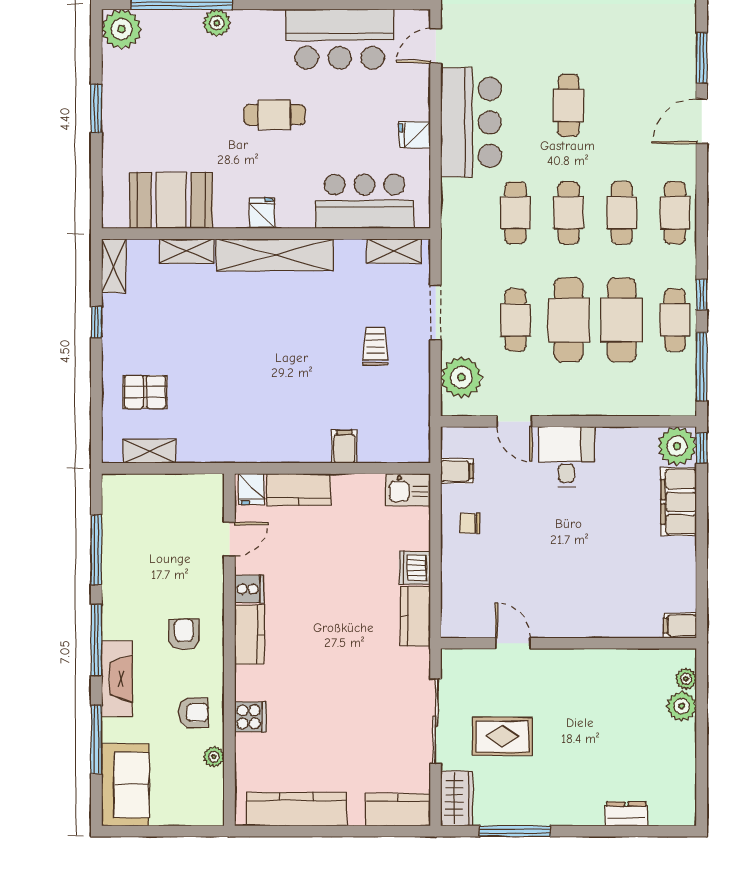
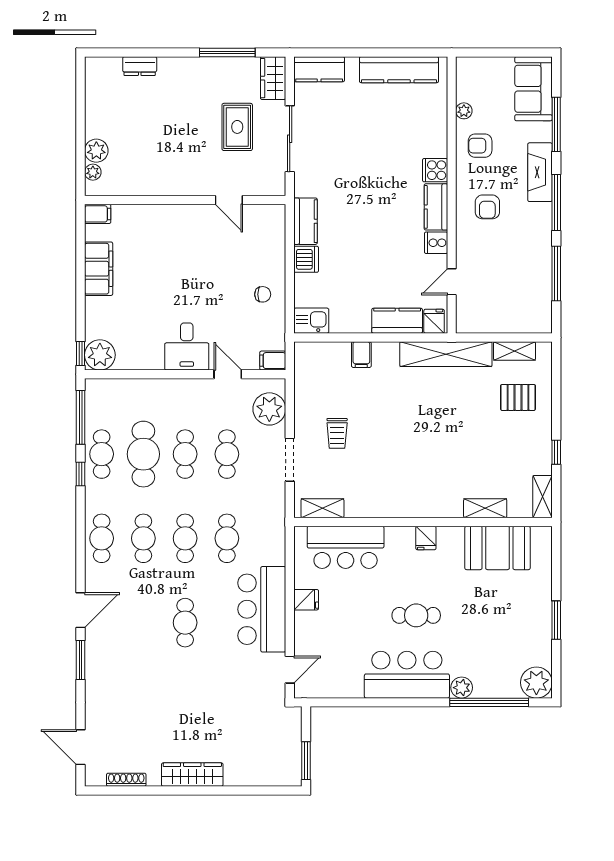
bar counter: (340, 39) -> (407, 675), moved
shelving: (275, 255) -> (446, 354), moved
cafe table: (569, 320) -> (185, 454), width x0.73, depth x0.74
filing cabinet: (457, 471) -> (273, 361), moved
filing cabinet: (679, 502) -> (99, 269), moved
cooker: (250, 717) -> (435, 170), moved
rug: (502, 736) -> (237, 127), turned 90

